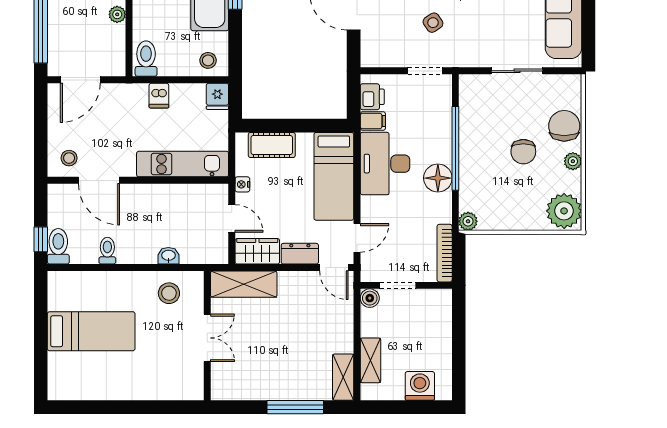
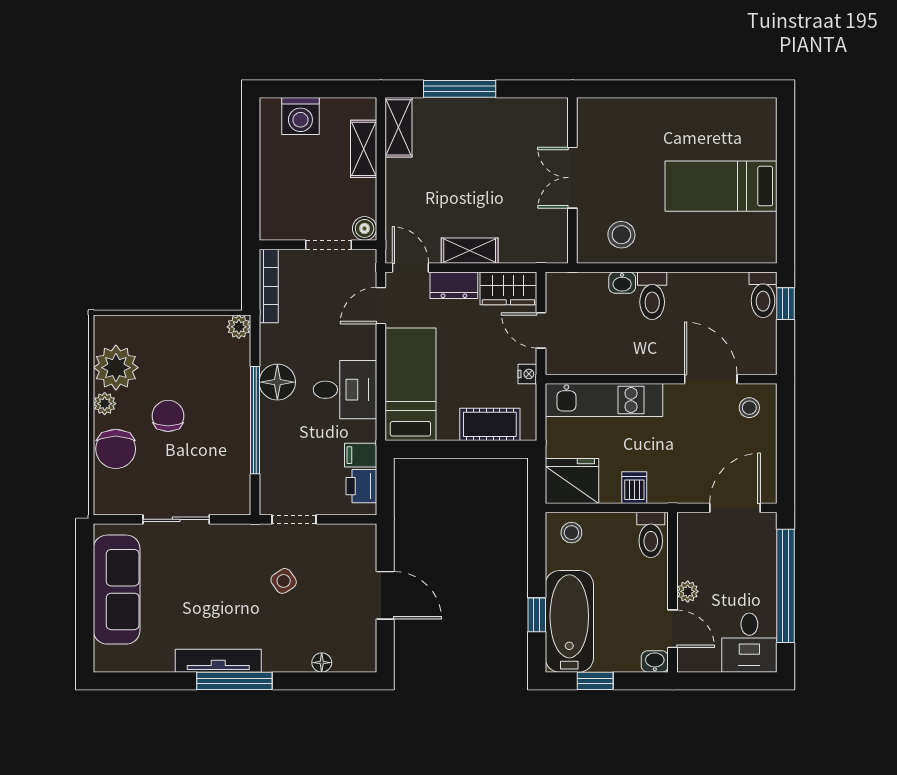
fridge: (217, 96) -> (572, 481), width x1.88, depth x1.34
desk: (385, 164) -> (345, 390), width x0.73
plant: (564, 211) -> (116, 368), moved
toilet: (107, 251) -> (652, 296), moved, width x1.37, depth x1.39
shelving: (244, 284) -> (470, 251), moved, width x0.67, depth x0.75

